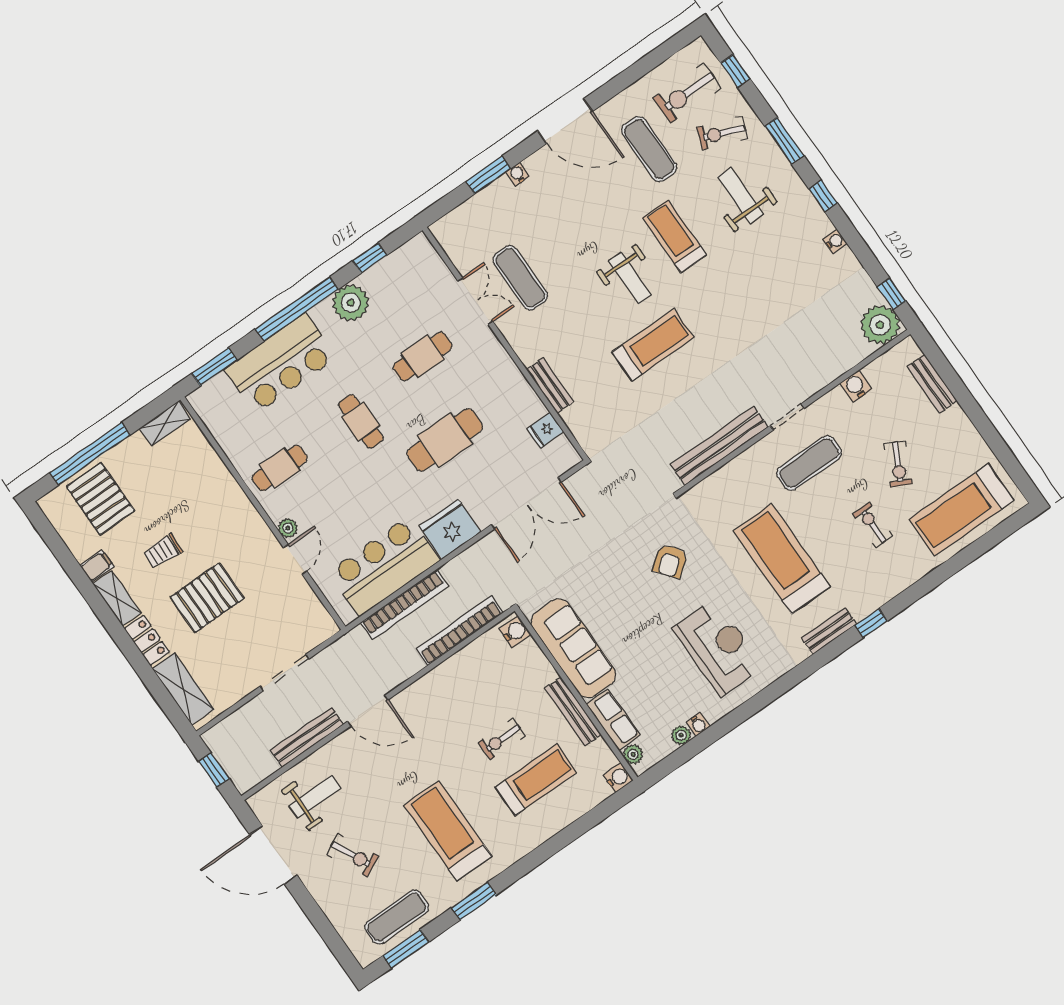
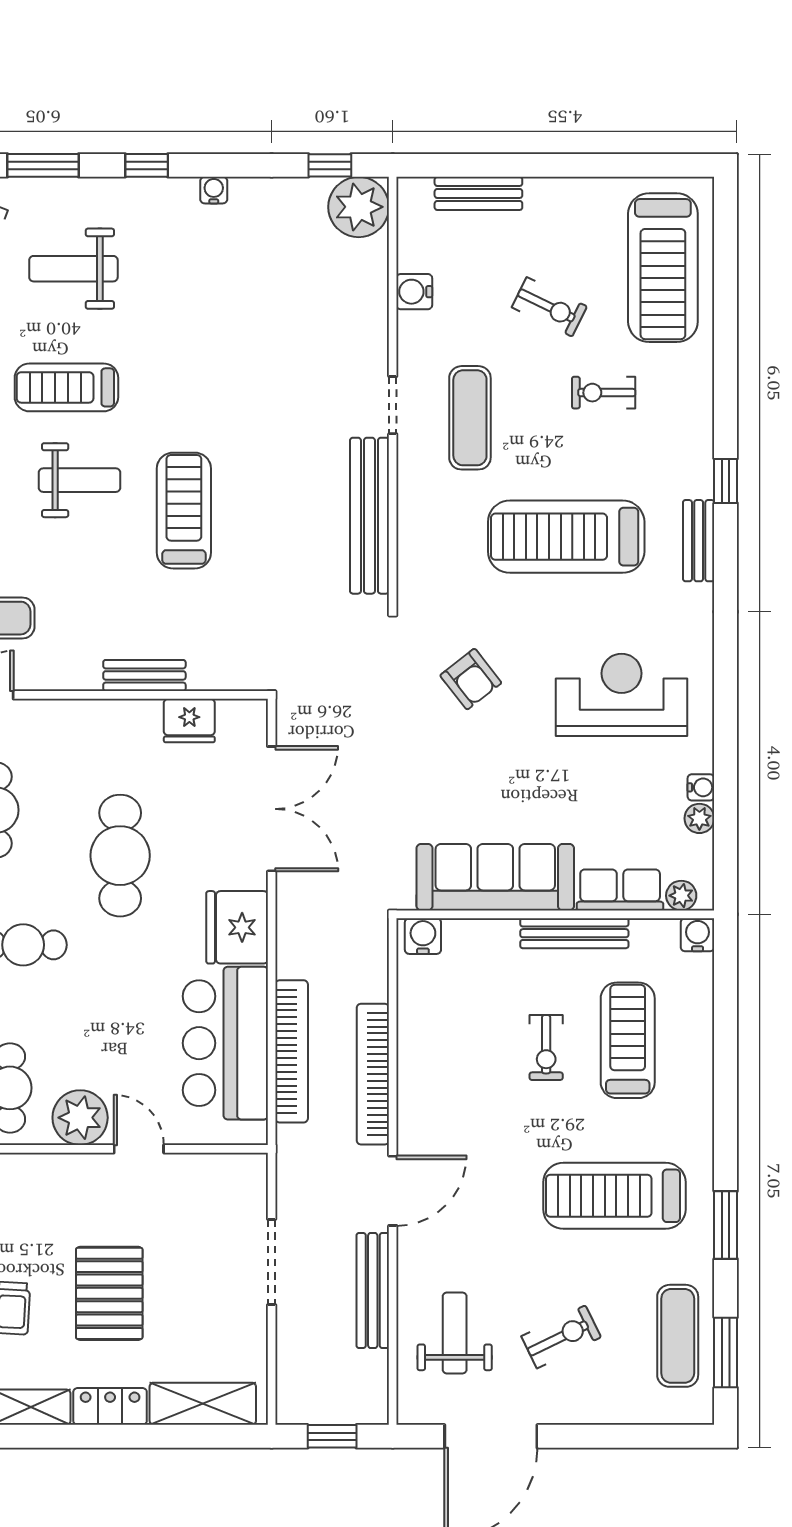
fridge: (545, 430) -> (189, 721), width x1.38
plant: (288, 528) -> (80, 1118), width x1.88, depth x1.88
bookcase: (460, 631) -> (373, 1074), moved

